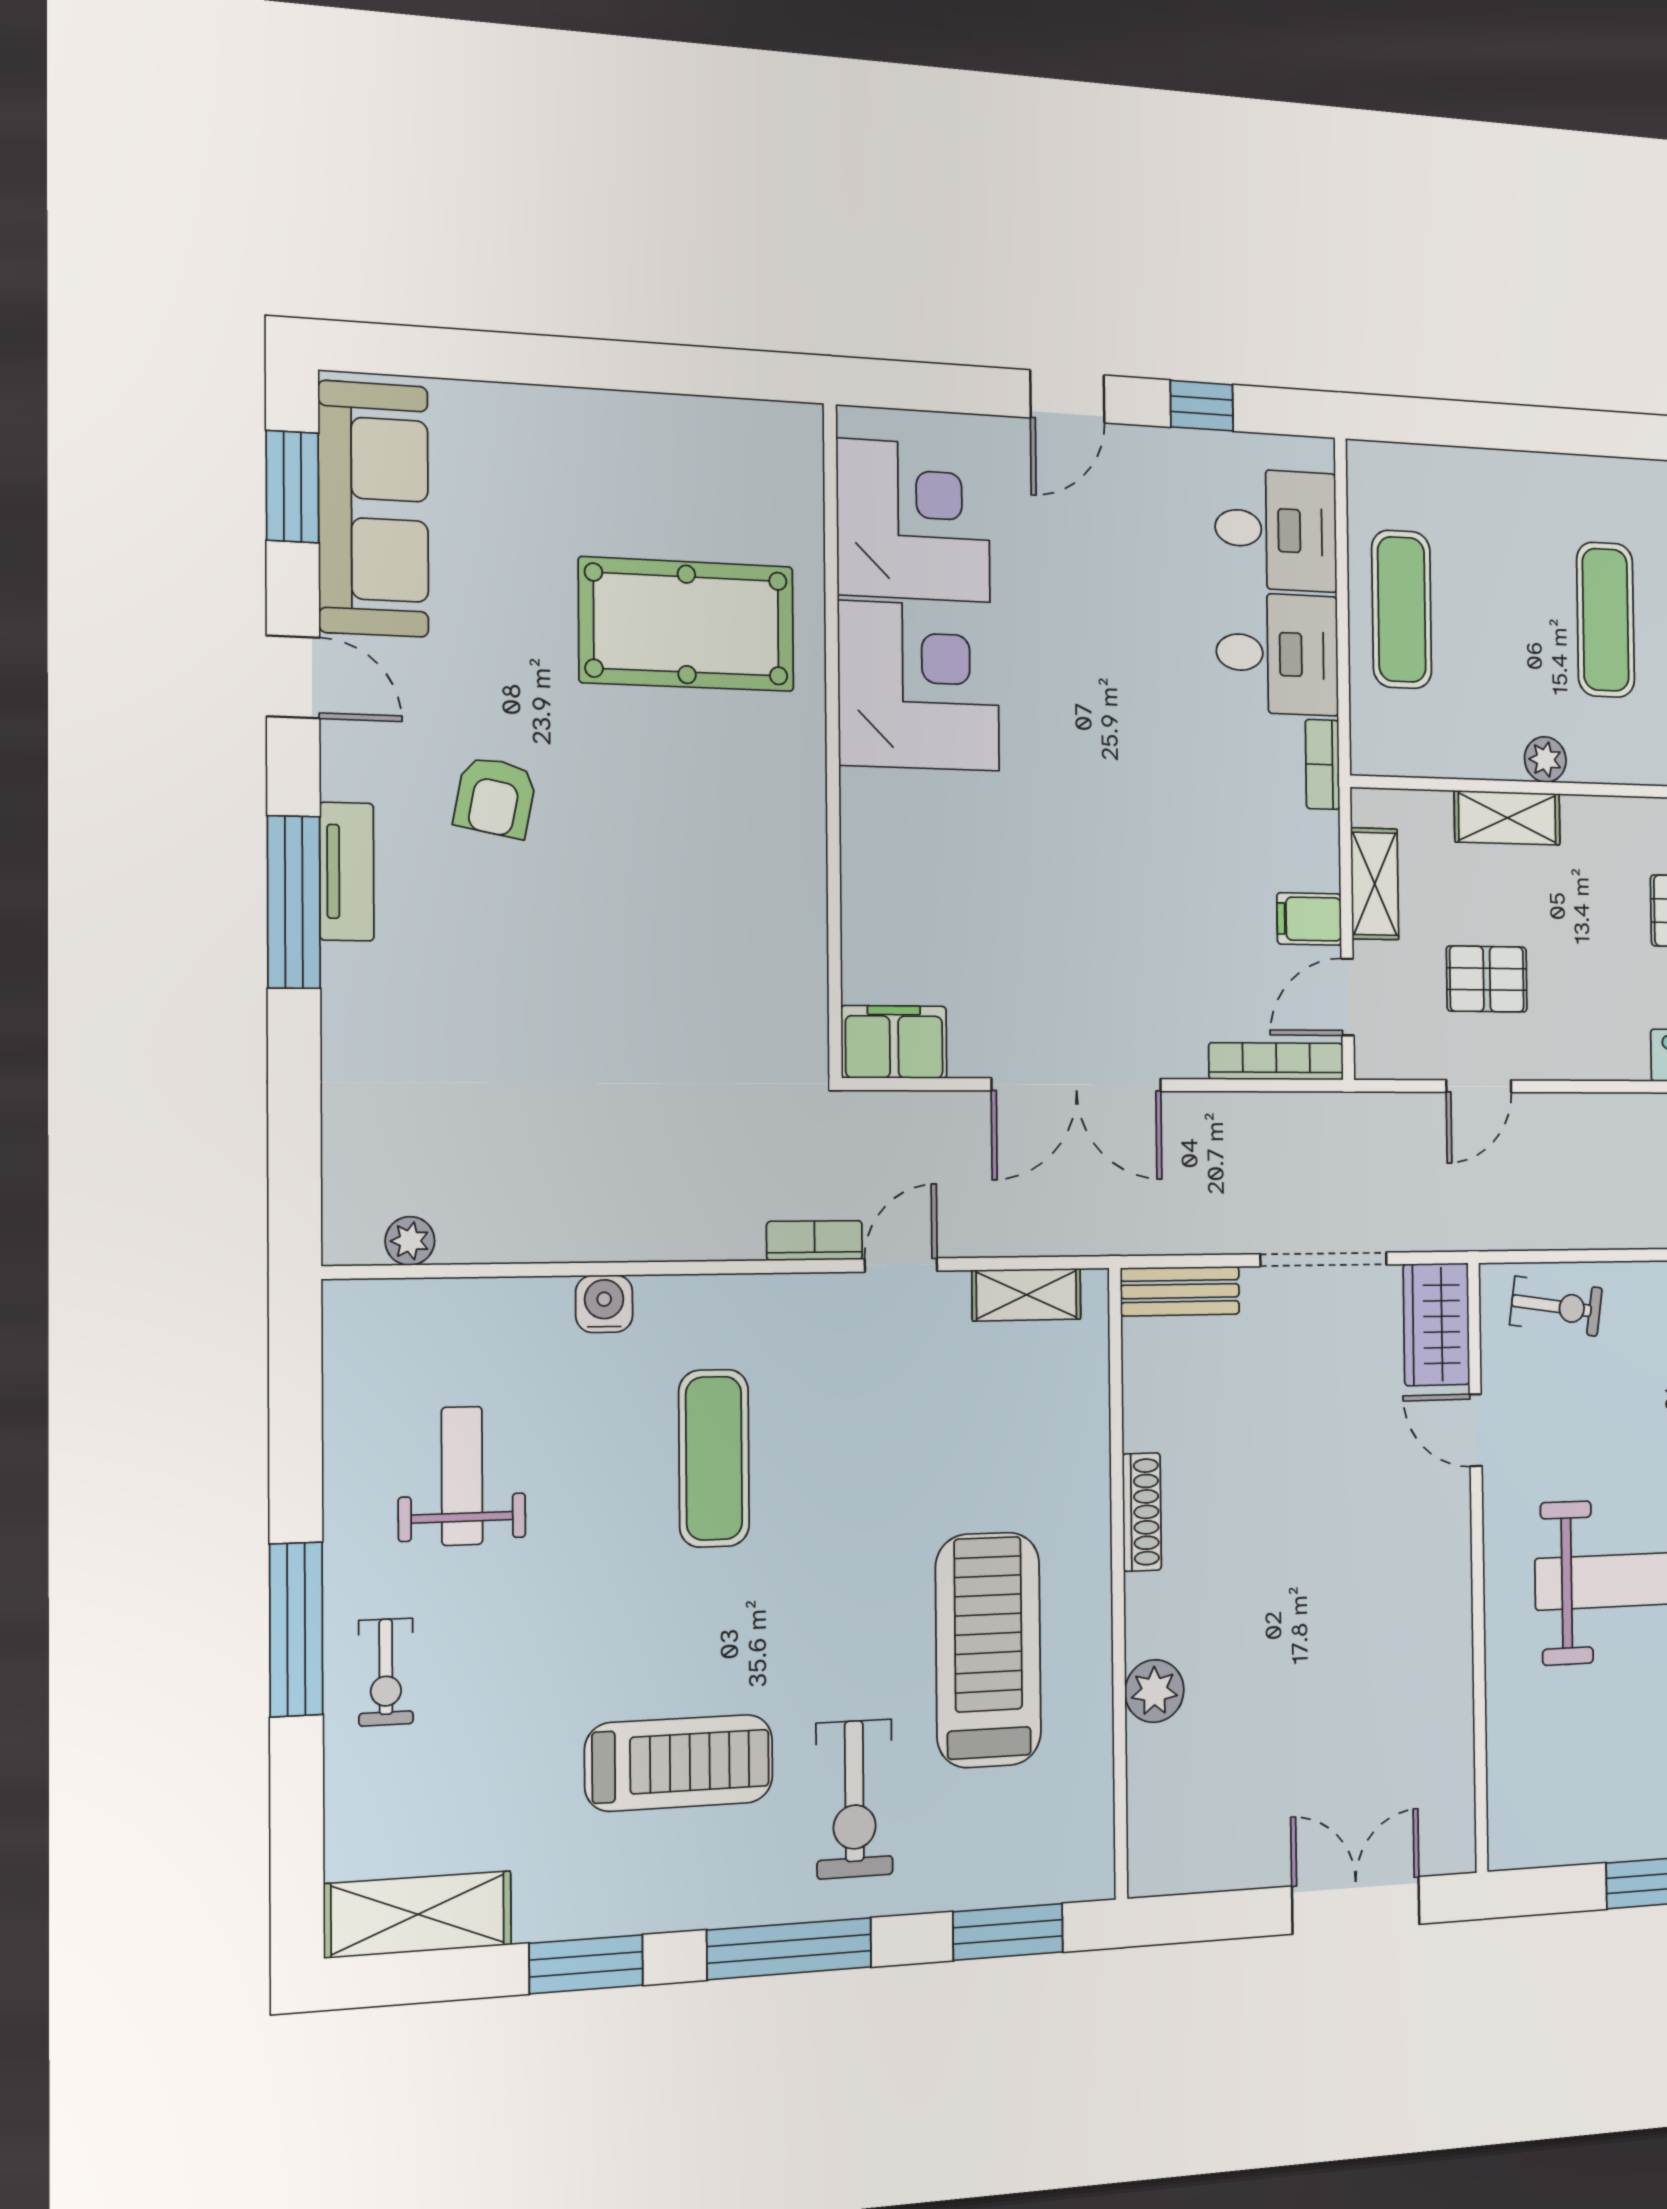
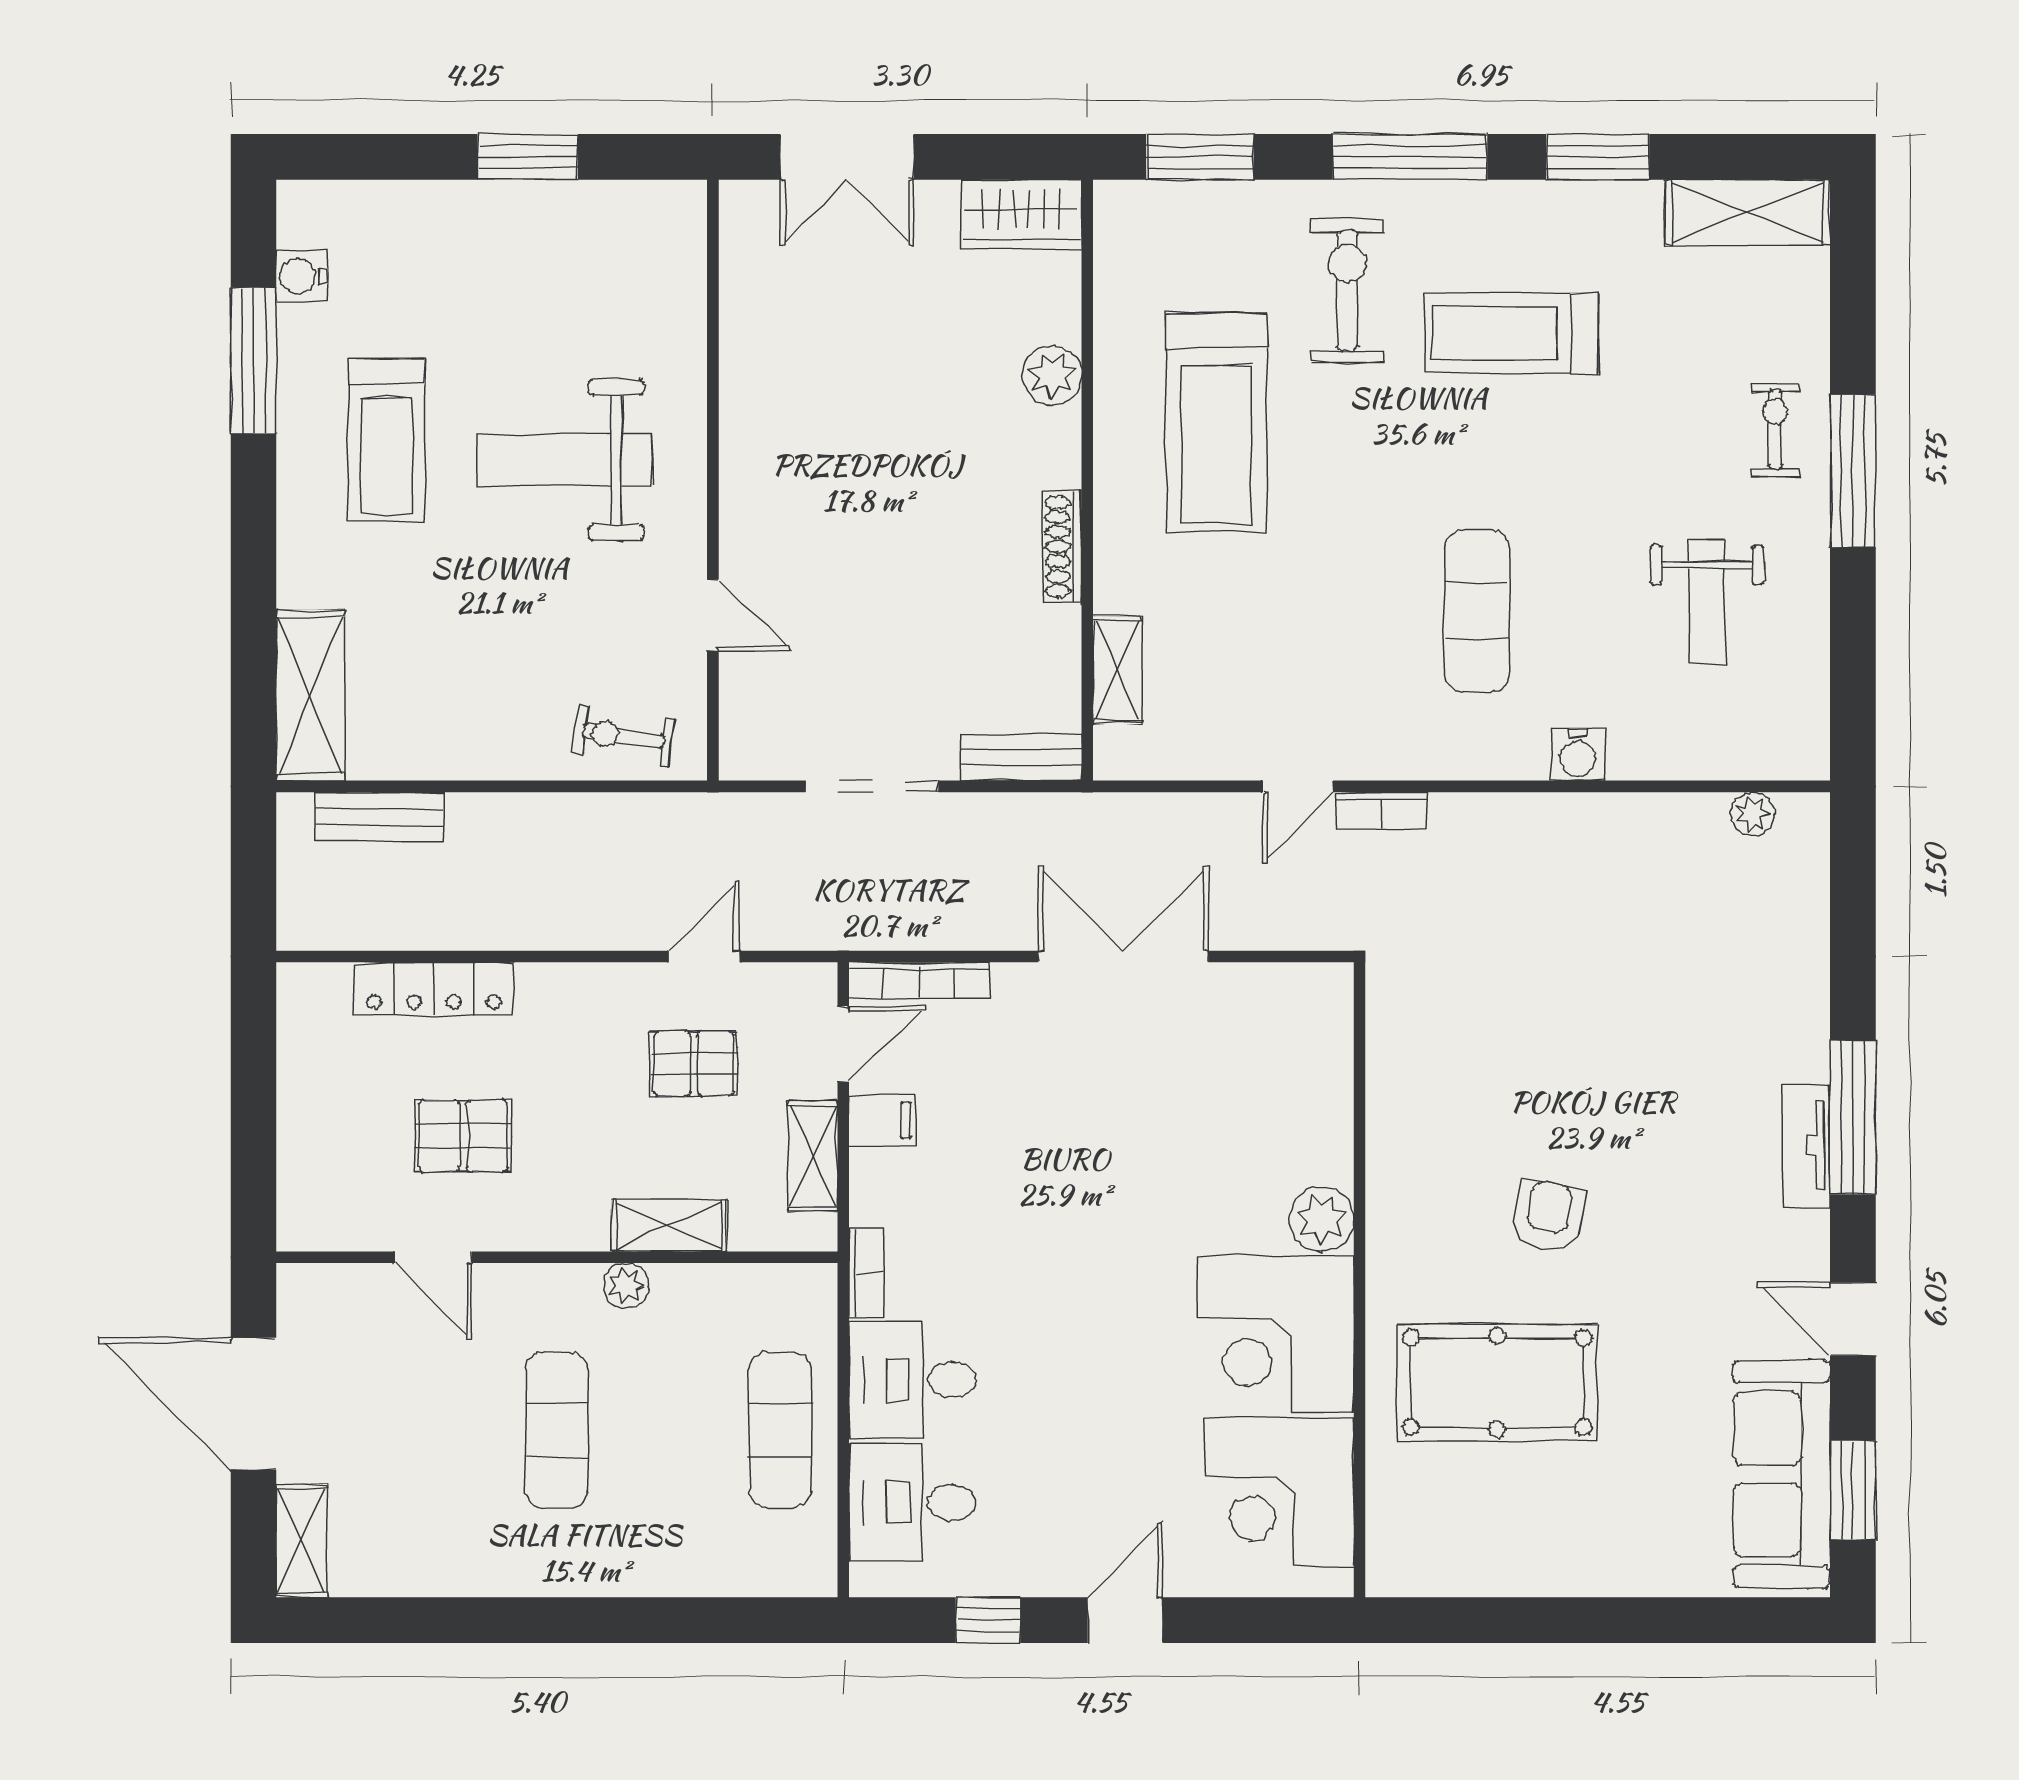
armchair: (495, 797) -> (1548, 1216), moved
plant: (873, 806) -> (1321, 1219), added
filing cabinet: (894, 1042) -> (1303, 996), removed
shelving: (1026, 1295) -> (1117, 670), moved, turned 90
wardrobe: (1437, 1324) -> (1022, 214), moved, turned 90

